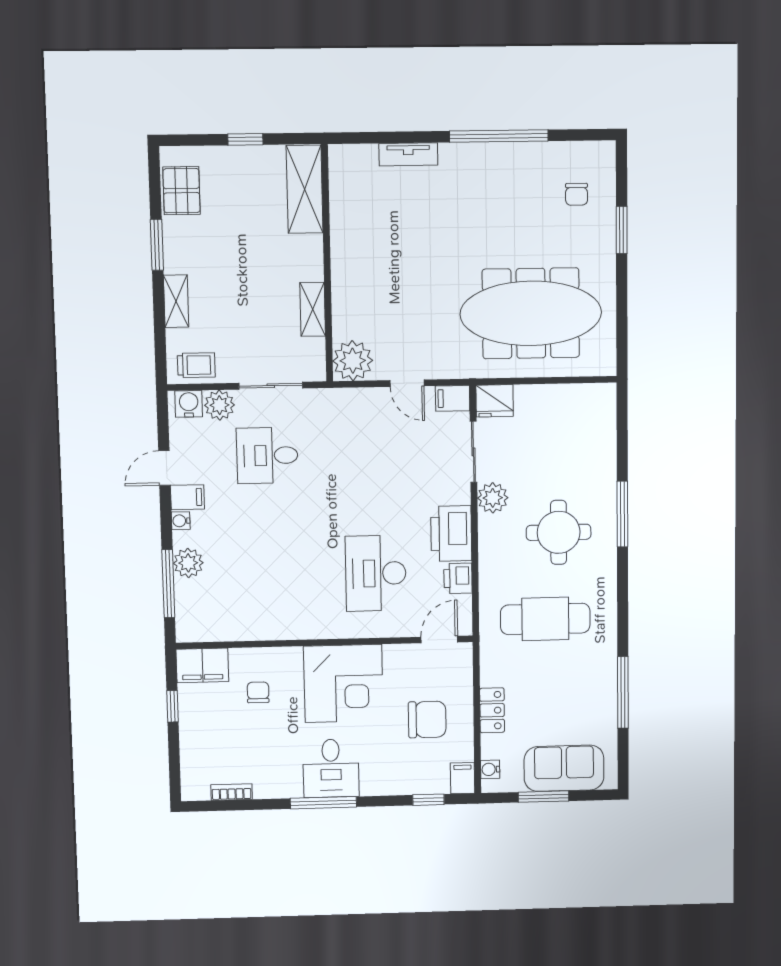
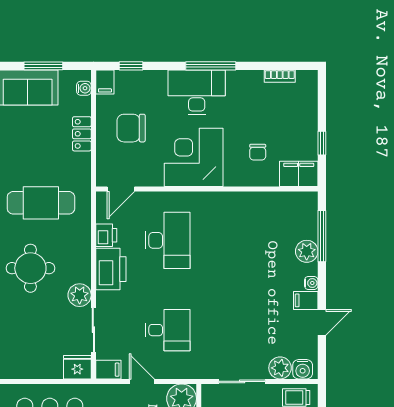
desk: (267, 455) -> (168, 330), moved
desk: (331, 768) -> (197, 92), width x1.37

